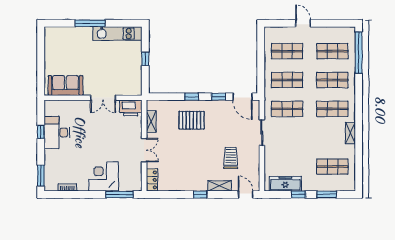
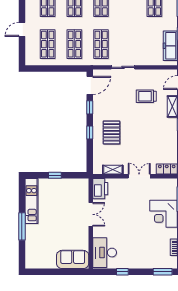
sofa: (65, 85) -> (73, 259), moved, turned 90
desk: (57, 132) -> (105, 253), moved, turned 90

